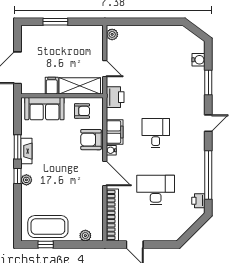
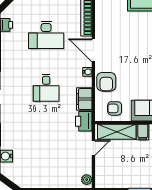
door: (105, 69) -> (93, 148), swing flipped
filing cabinet: (115, 132) -> (84, 99), moved
armchair: (91, 140) -> (106, 82), turned 90

